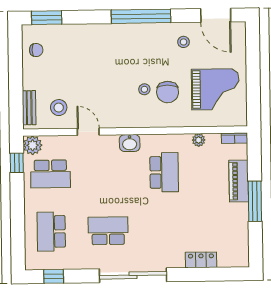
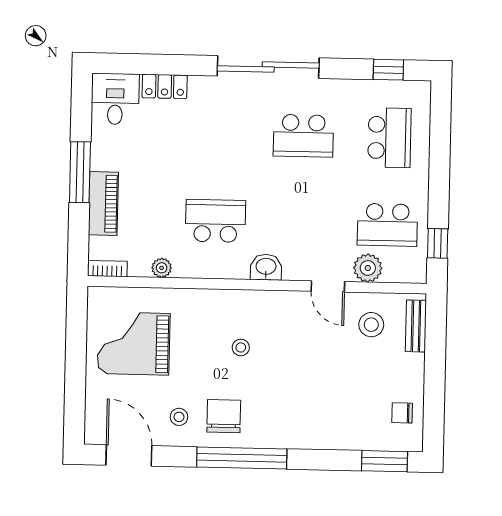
chair: (168, 92) -> (224, 416), moved
plant: (33, 145) -> (368, 268), moved
school desk: (164, 172) -> (216, 221), turned 90
school desk: (50, 174) -> (387, 225), turned 180
desk: (233, 250) -> (115, 99), added

